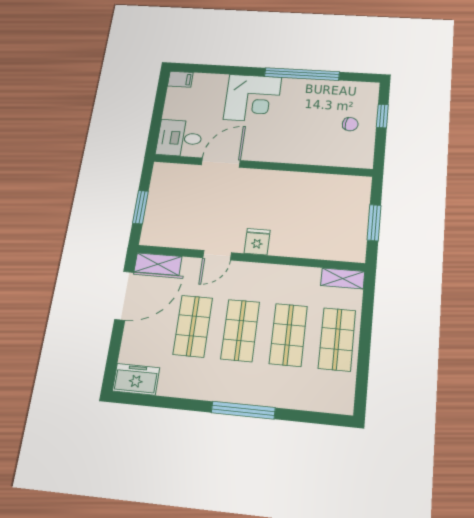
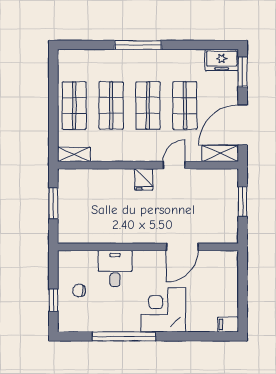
desk: (180, 138) -> (115, 269), moved, turned -90
window: (112, 362) -> (243, 72), added

